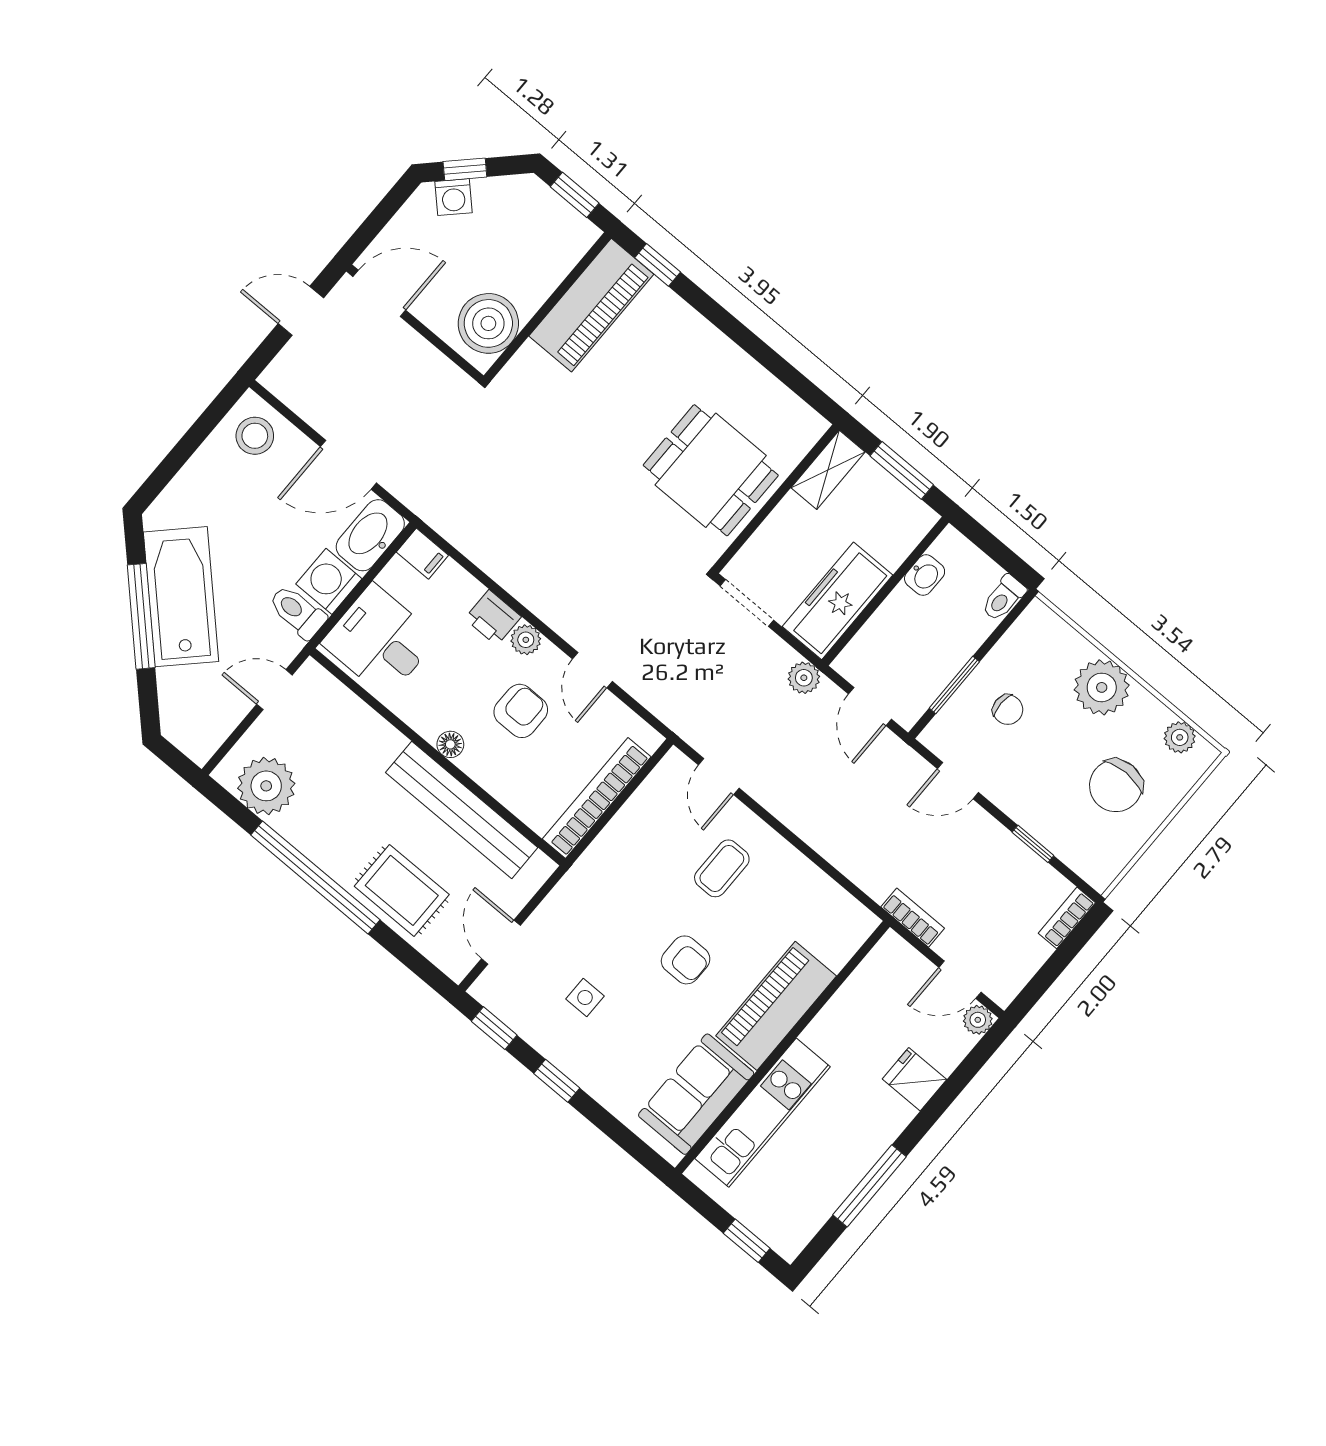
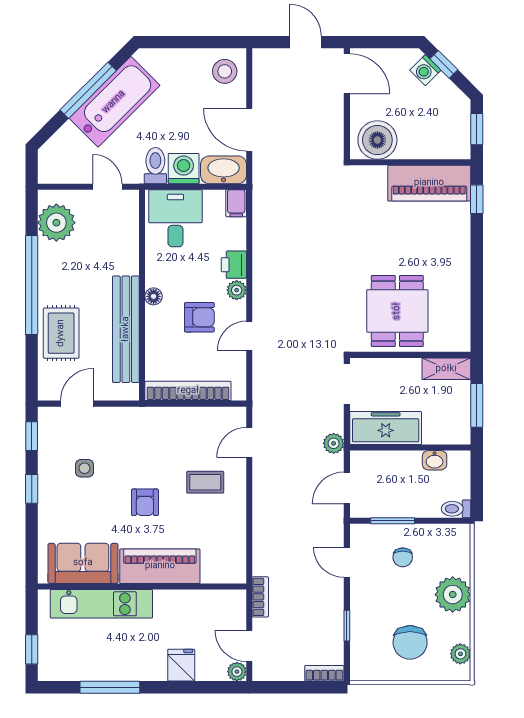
chair: (1116, 786) -> (410, 642), turned -90

